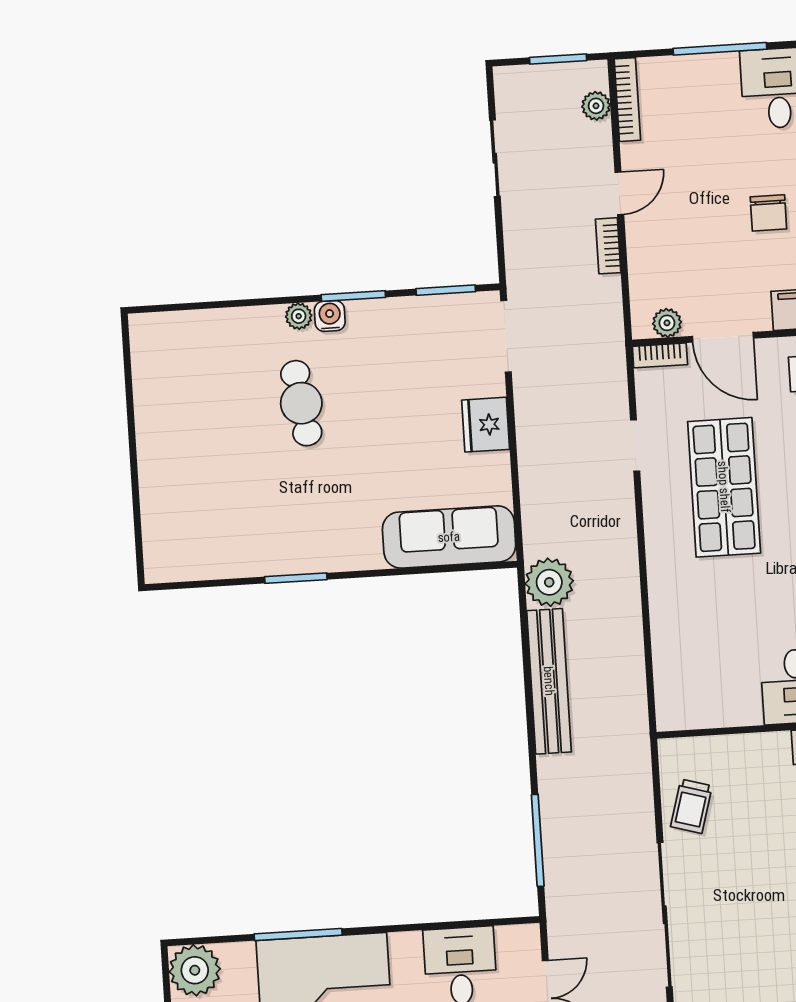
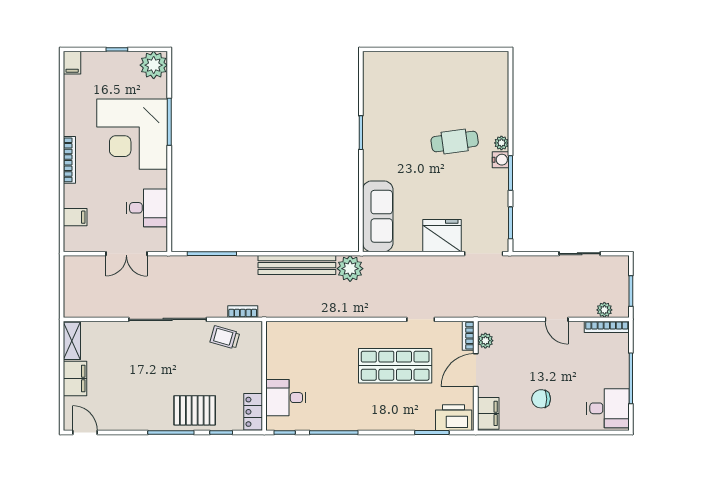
bookcase: (608, 246) -> (243, 312), moved
fridge: (486, 425) -> (442, 236), width x1.36, depth x1.34

